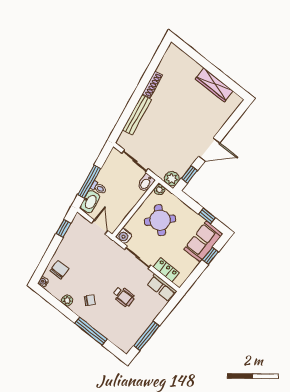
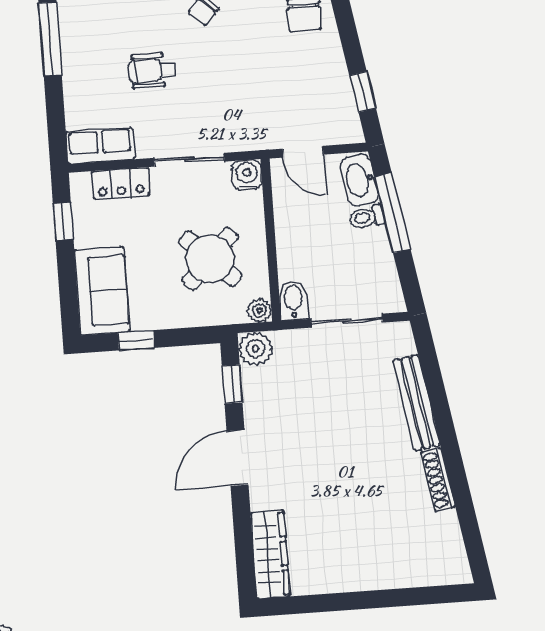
wardrobe: (214, 85) -> (270, 554), moved, turned 90
window: (210, 256) -> (63, 221), moved

